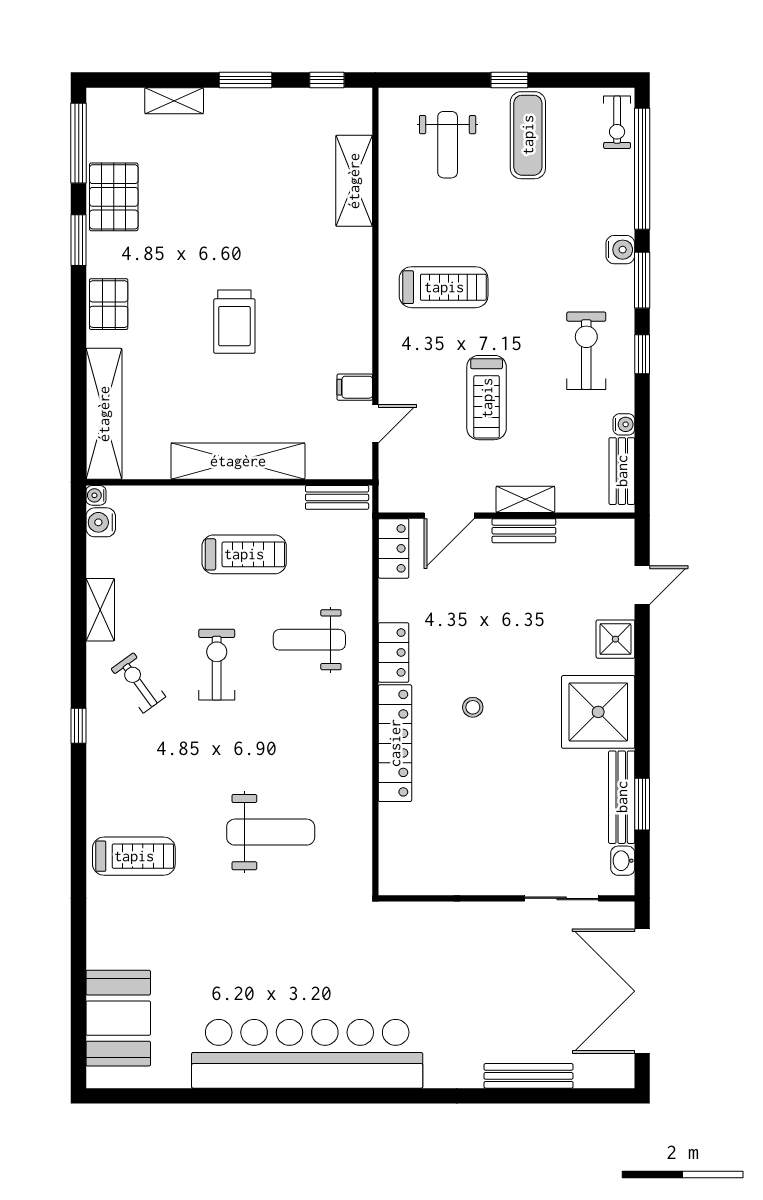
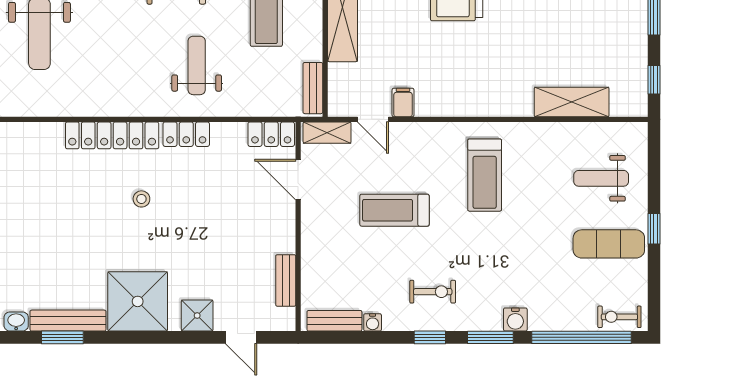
exercise bike: (586, 351) -> (433, 292), width x0.73, depth x0.72
shelving: (525, 499) -> (327, 133), moved, turned 90
bench: (524, 531) -> (286, 280), moved

